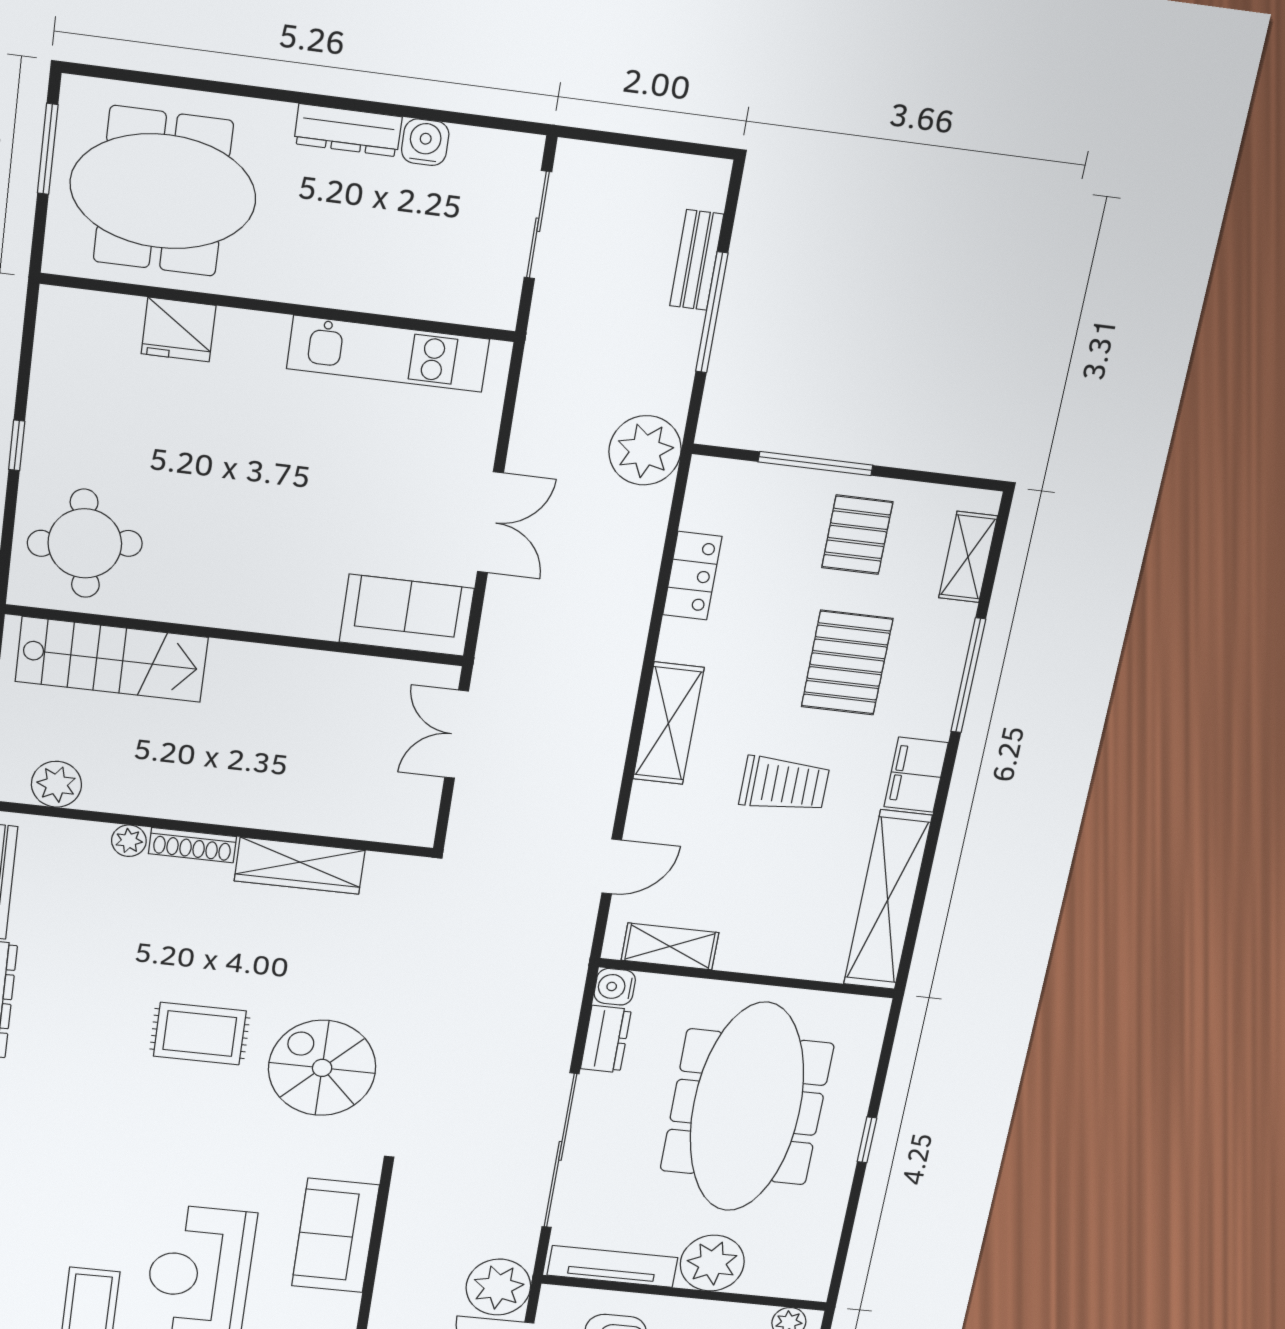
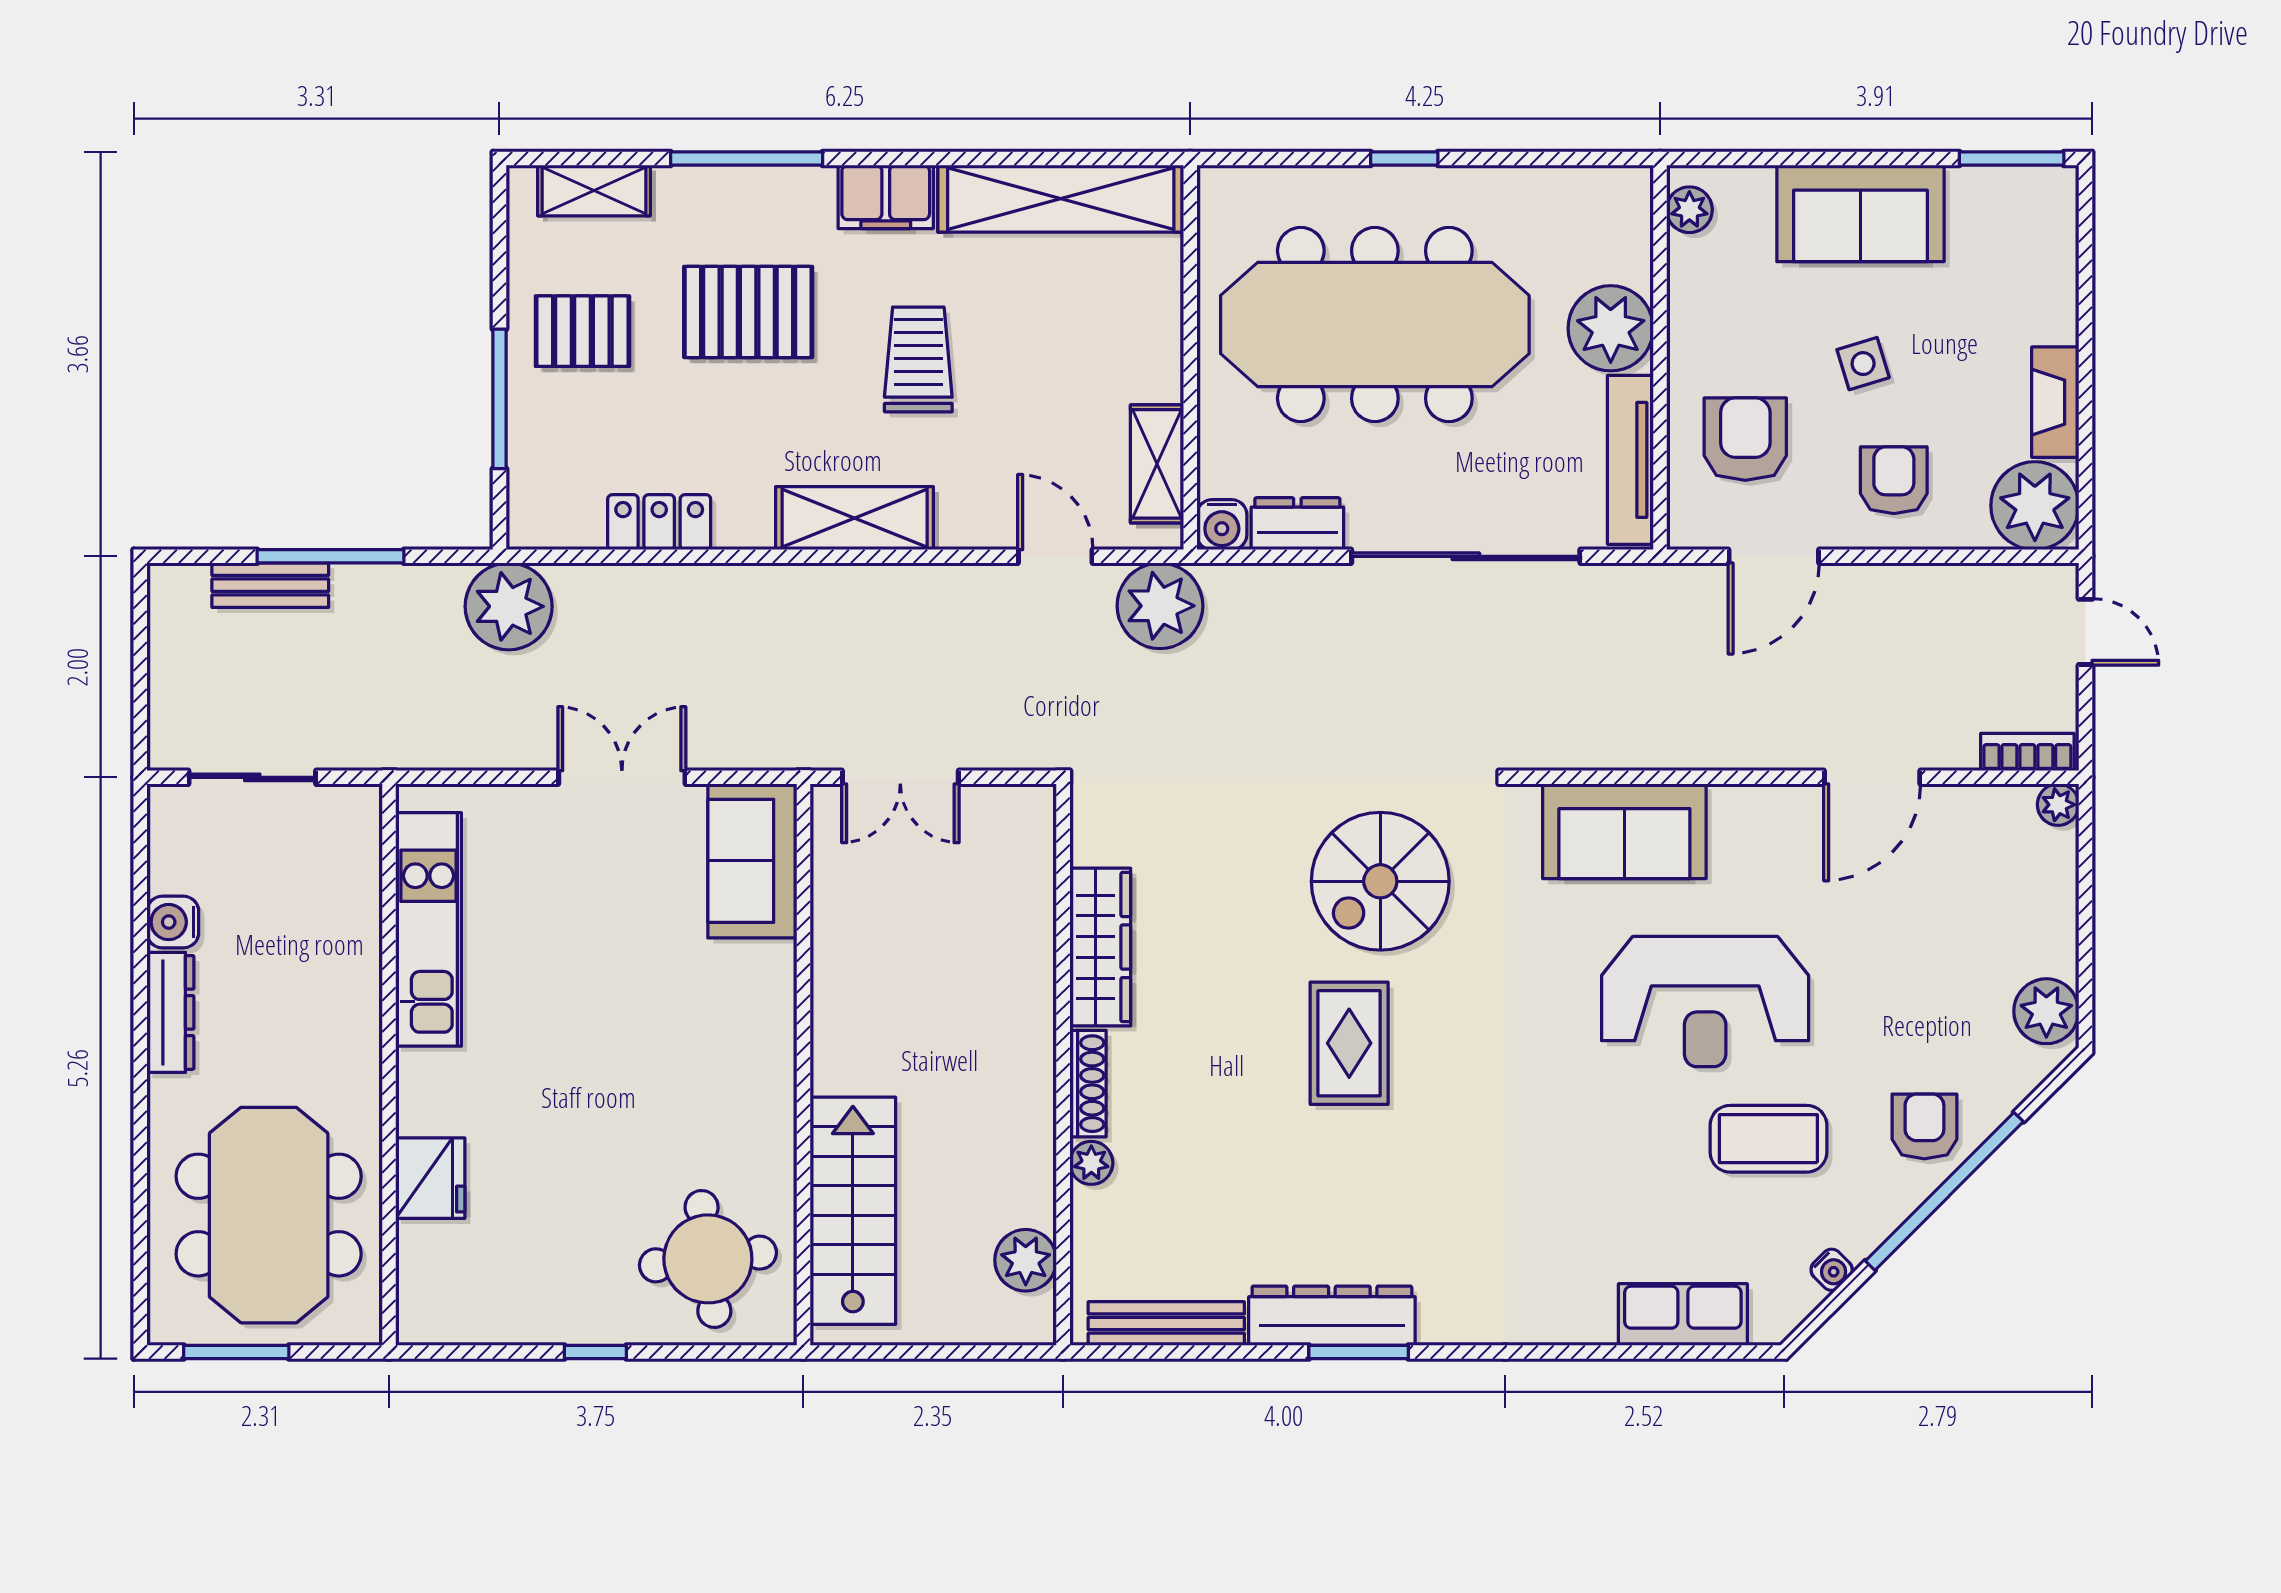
plant: (498, 1287) -> (1160, 606), moved

